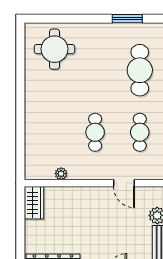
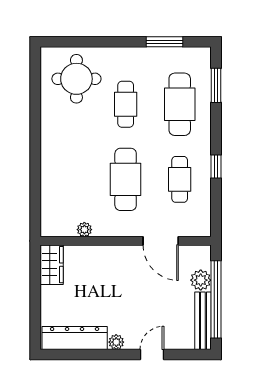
cafe table: (95, 70) -> (126, 104), added
cafe table: (95, 132) -> (126, 179), width x1.37, depth x1.35
door: (124, 183) -> (161, 241), width x1.38

